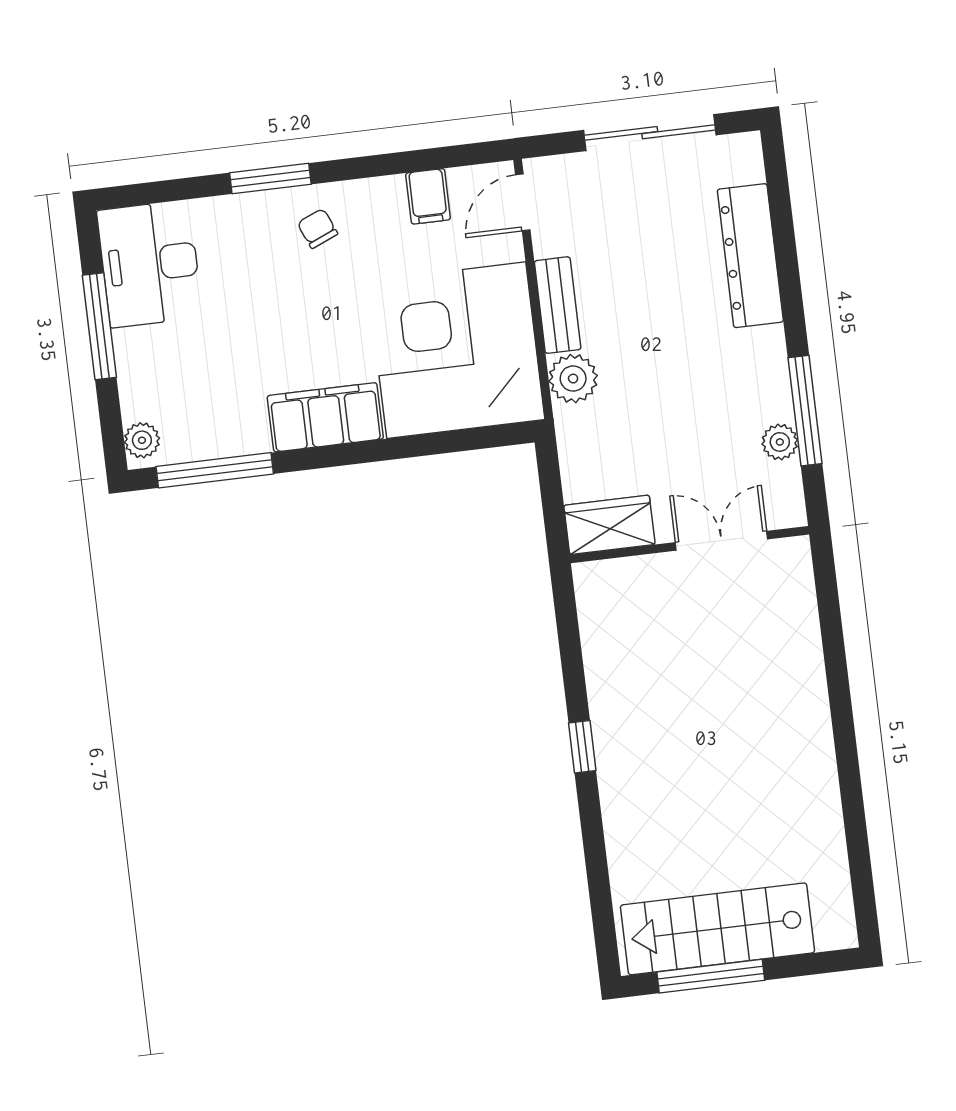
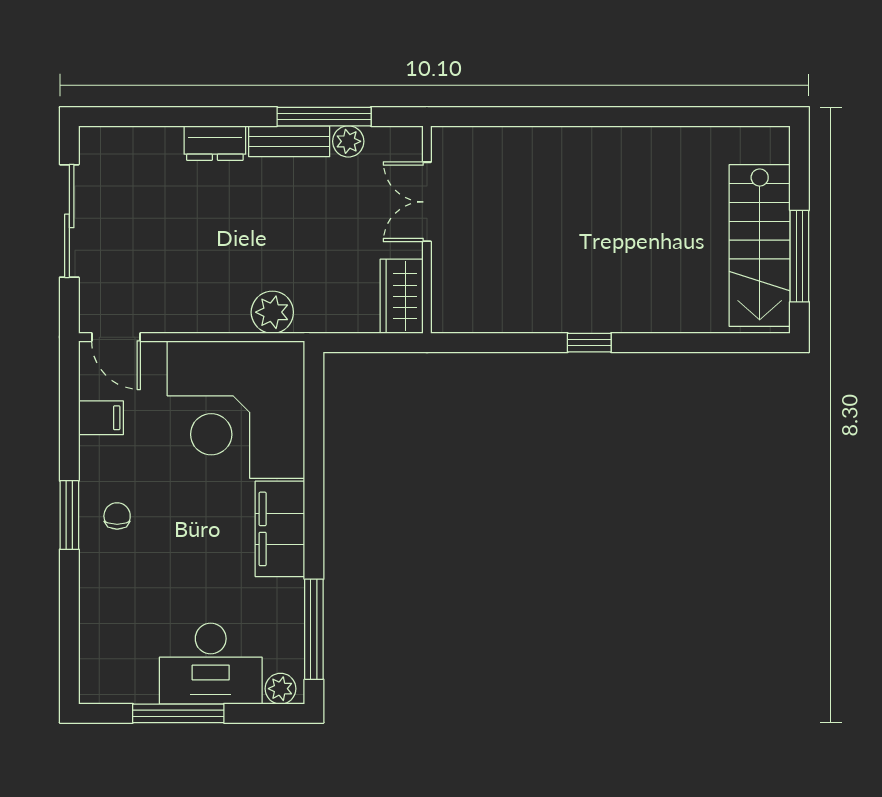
window: (270, 179) -> (69, 515), moved
chair: (317, 228) -> (117, 516), turned 113
dresser: (750, 256) -> (215, 143), width x0.51, depth x0.80
desk: (150, 264) -> (211, 664), moved
bench: (558, 305) -> (289, 141), moved

